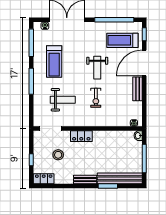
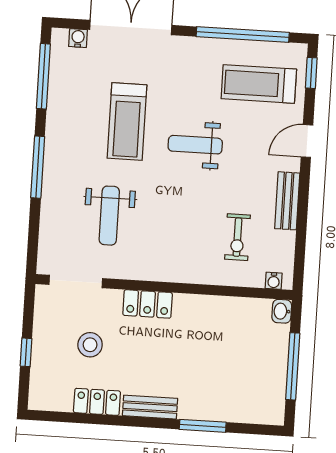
treadmill: (54, 61) -> (127, 122), moved
door: (144, 63) -> (307, 141), width x0.53
weight bench: (97, 68) -> (195, 145), turned 90
exercise bike: (96, 98) -> (237, 237), moved
weight bench: (63, 100) -> (109, 216), turned 90
bench: (120, 178) -> (232, 409), removed
locker: (44, 179) -> (97, 402), moved

